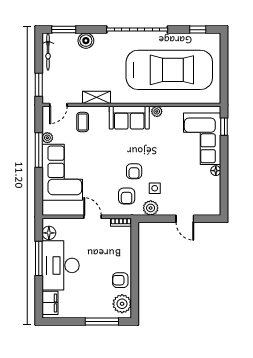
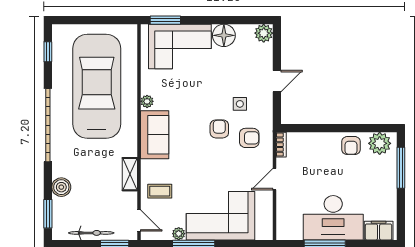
bicycle: (48, 52) -> (91, 233), moved
window: (224, 127) -> (165, 20), width x1.50
armchair: (134, 171) -> (219, 129), turned -90
floor lamp: (216, 171) -> (224, 35), width x1.89, depth x1.89
plant: (151, 208) -> (264, 33), moved
door: (185, 219) -> (277, 81), moved
floor lamp: (49, 233) -> (294, 232), removed

